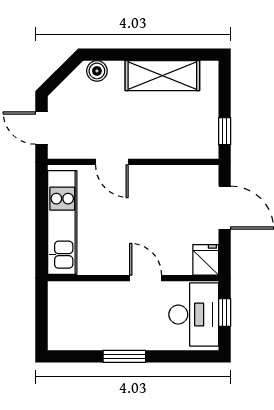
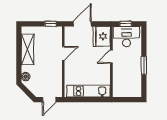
door: (112, 162) -> (63, 53), moved
fridge: (206, 260) -> (102, 36), width x1.88, depth x1.34

